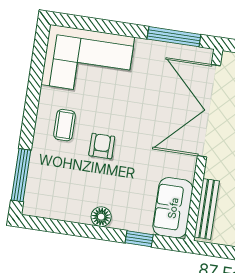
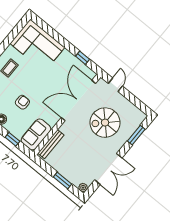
window: (174, 37) -> (83, 58), width x0.46
armchair: (102, 146) -> (22, 102), moved

